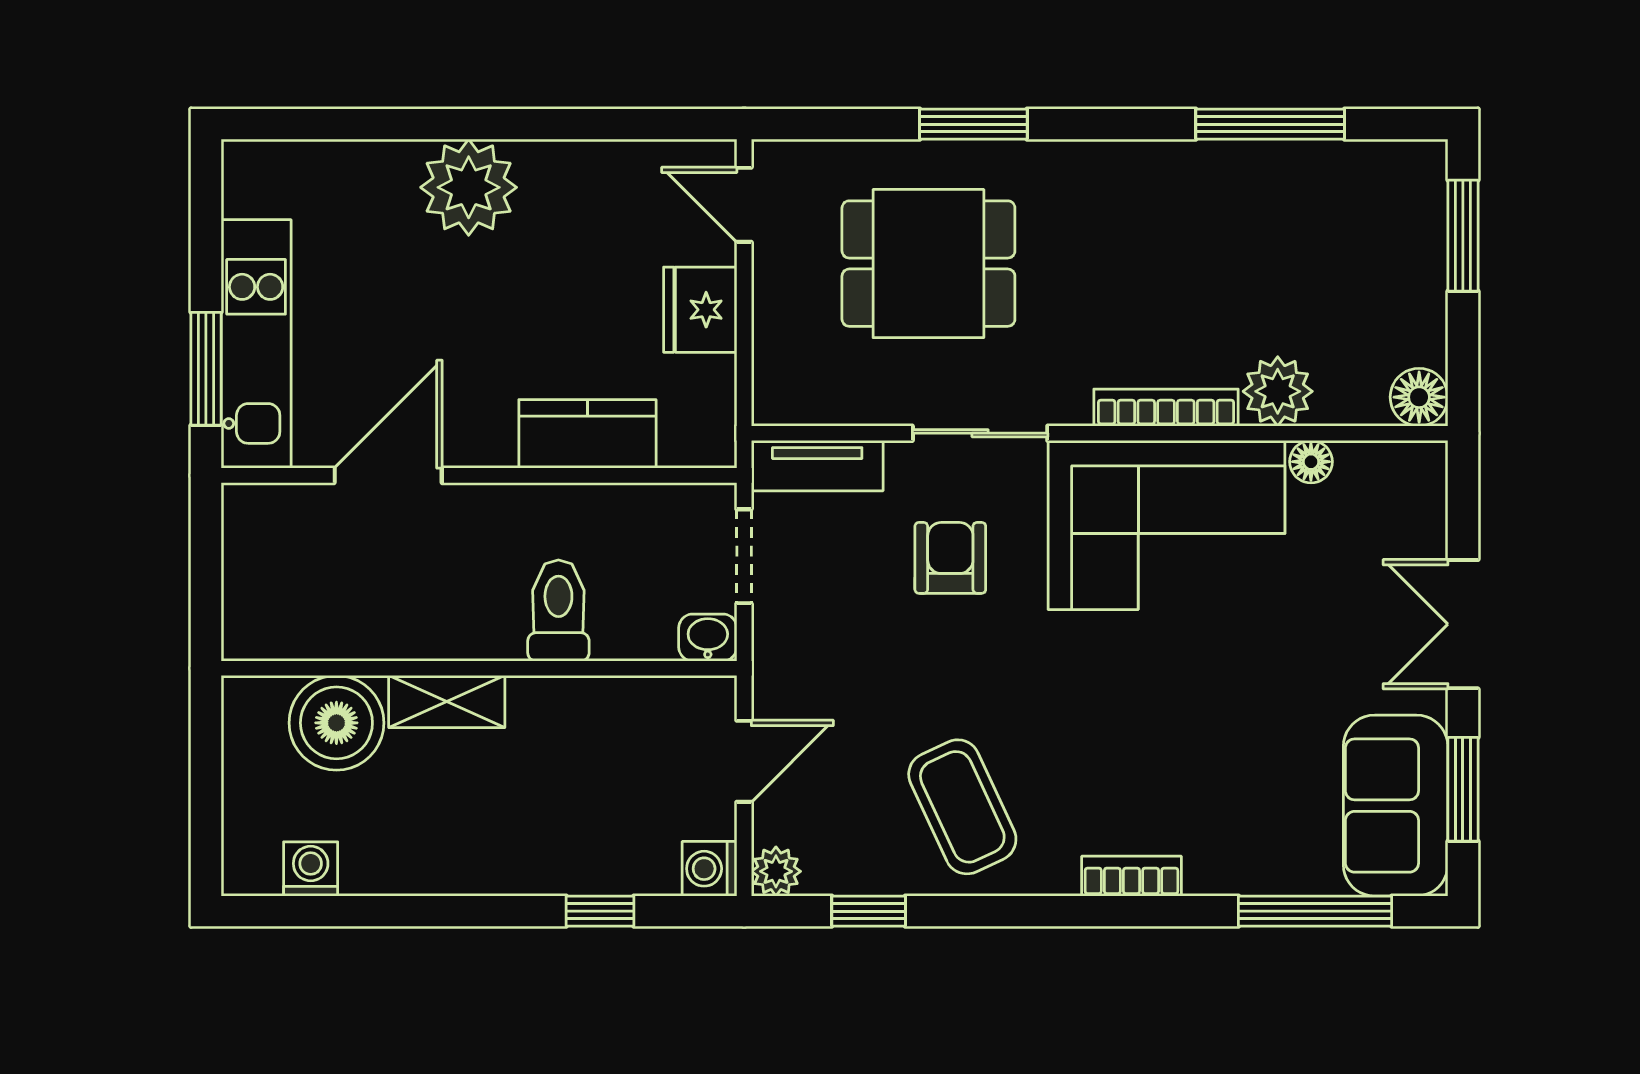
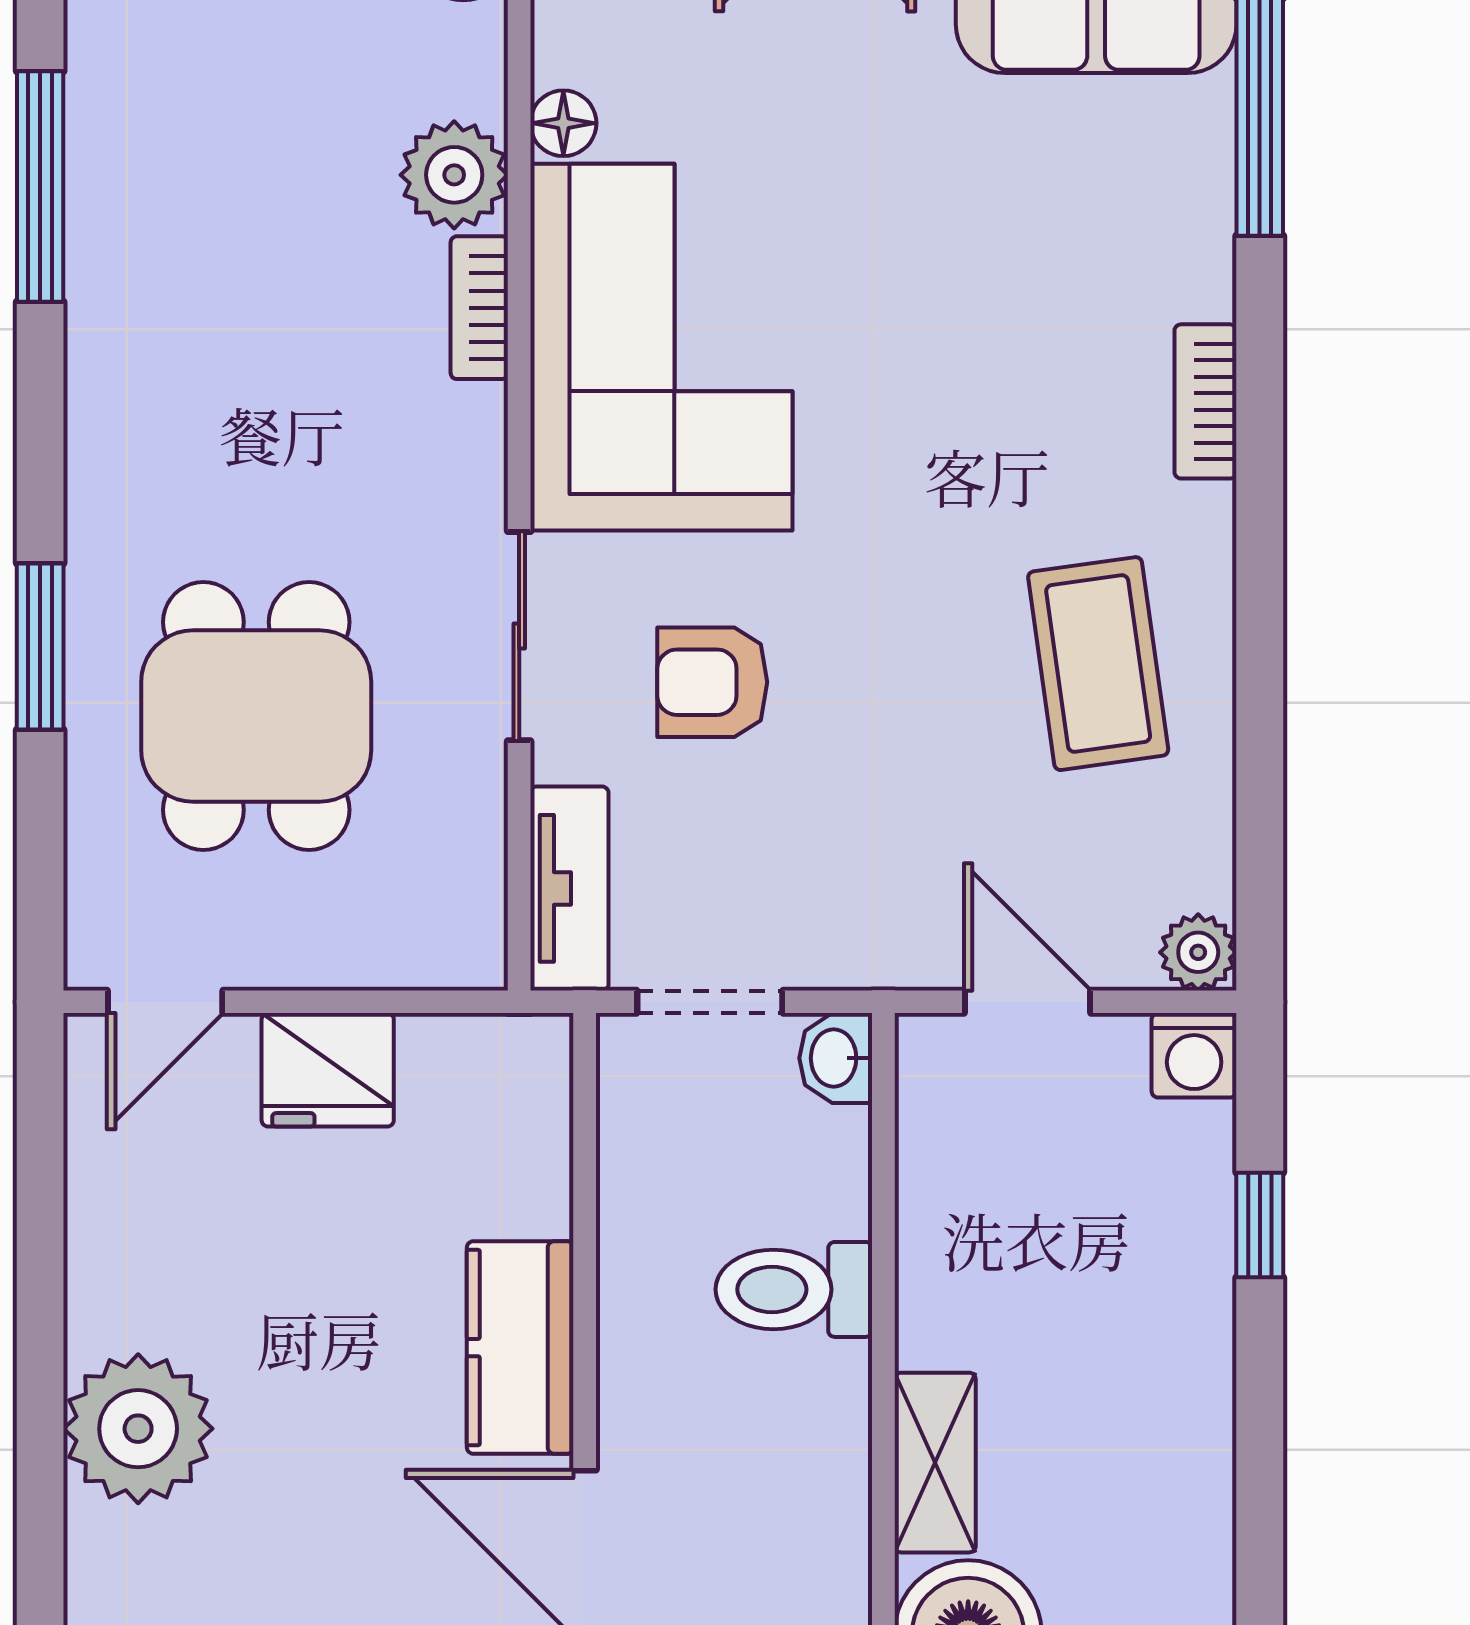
bookcase: (1166, 408) -> (479, 308), width x0.64
kitchen counter: (587, 434) -> (520, 1348), moved
coffee table: (962, 807) -> (1098, 664), turned -73
window: (869, 911) -> (1260, 809), removed

